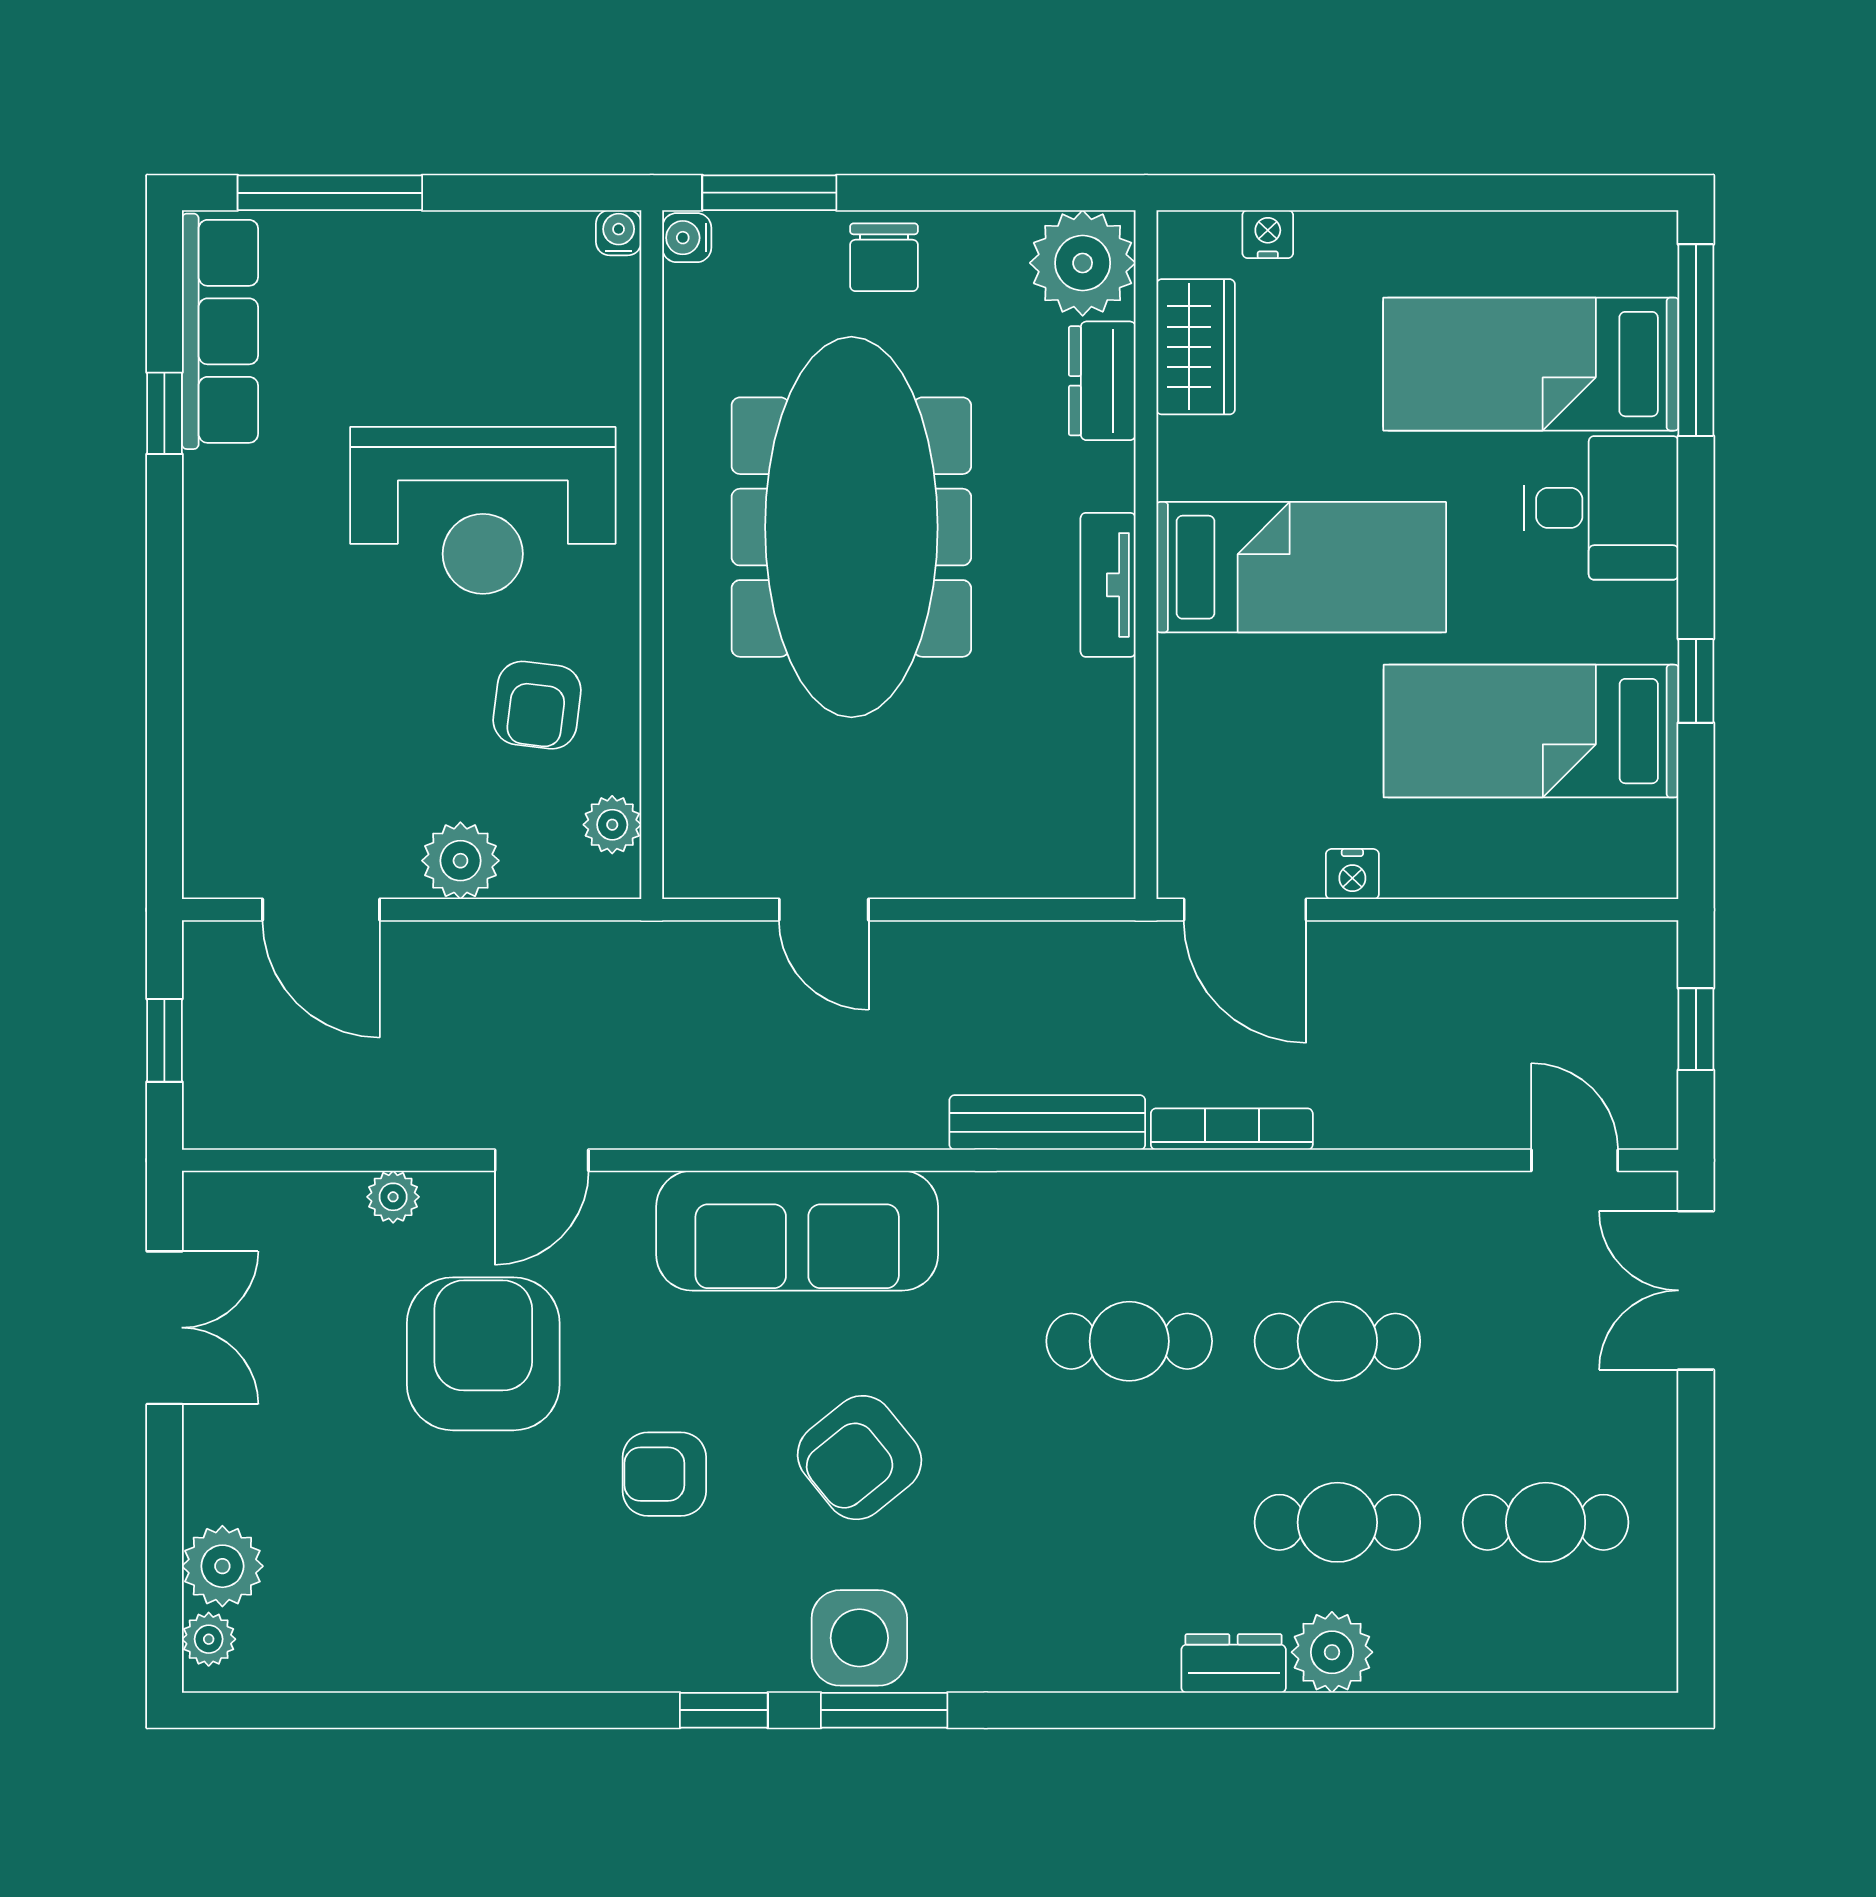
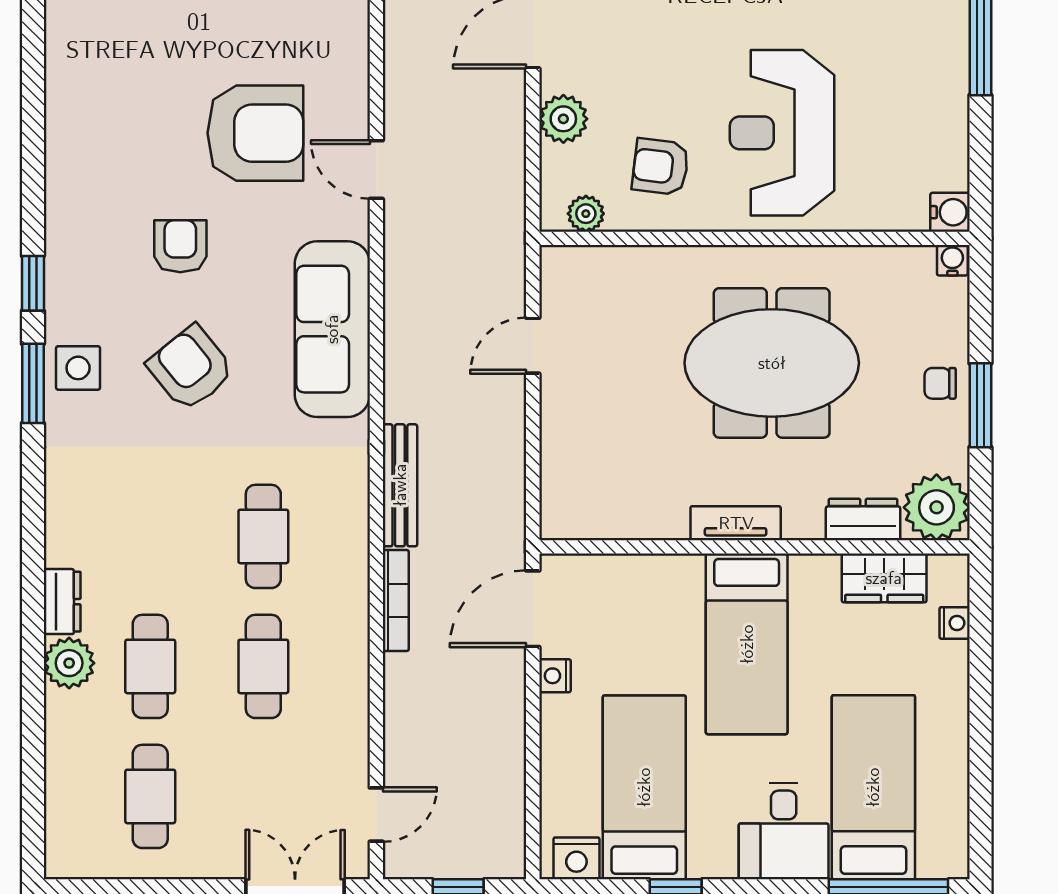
window: (769, 193) -> (980, 405), moved
water cooler: (619, 233) -> (950, 212), width x1.38, depth x1.38
chair: (884, 257) -> (940, 383), width x0.73, depth x0.73
meeting table: (851, 527) -> (772, 363), width x0.73
nightstand: (1645, 840) -> (576, 858), added
plant: (393, 1197) -> (353, 77), removed
side table: (859, 1638) -> (78, 368), width x0.73, depth x0.73

